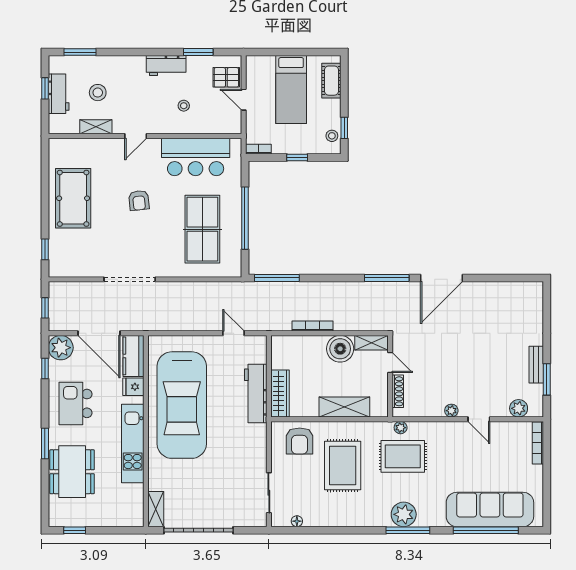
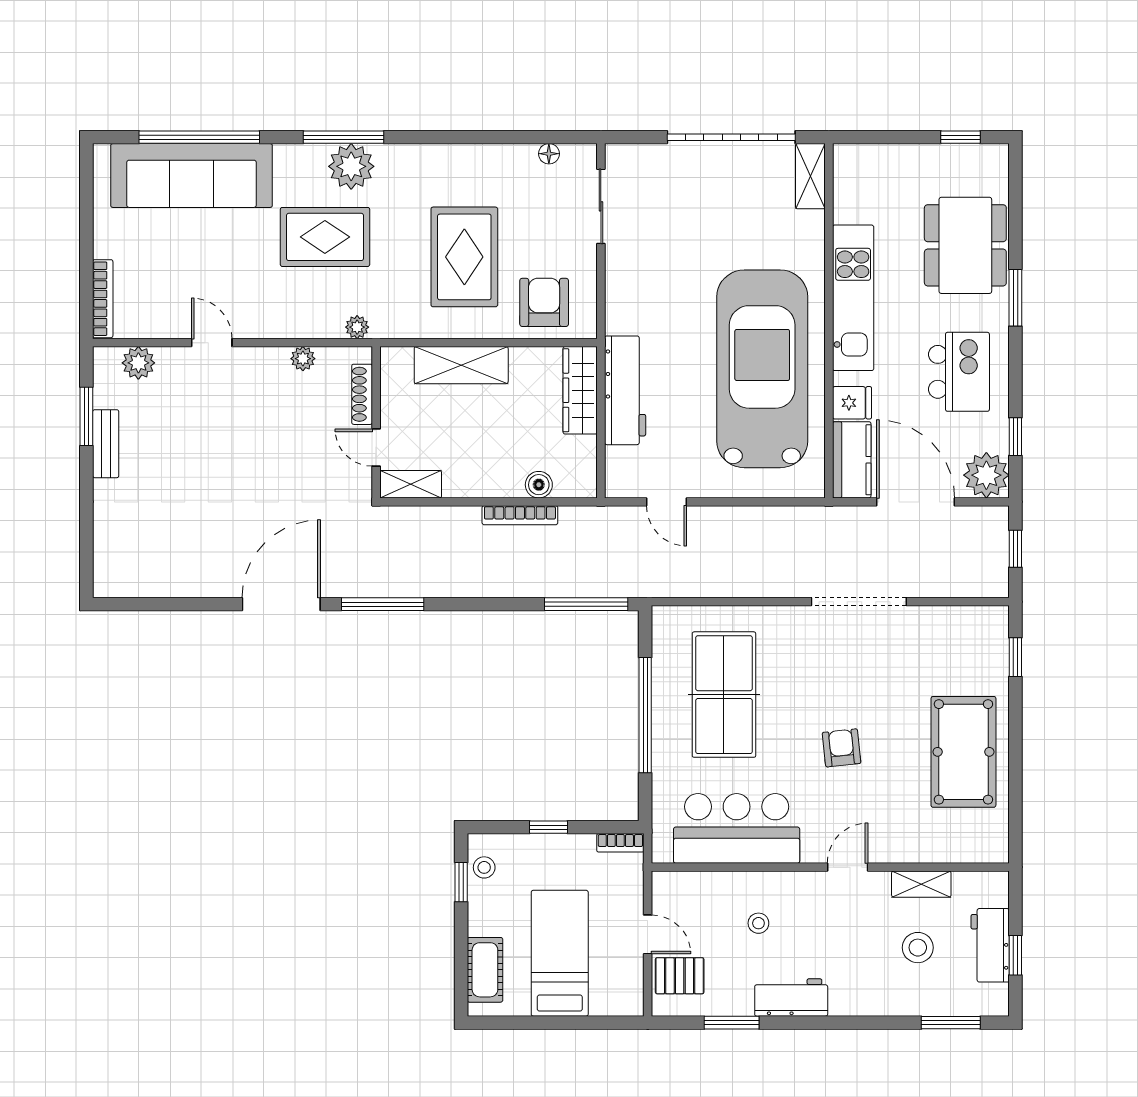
boiler: (340, 349) -> (539, 485), moved, width x0.54, depth x0.54
plant: (451, 411) -> (303, 359), moved
rug: (403, 456) -> (325, 237), moved

